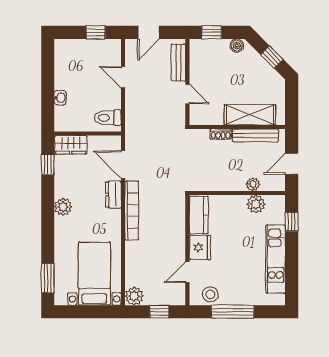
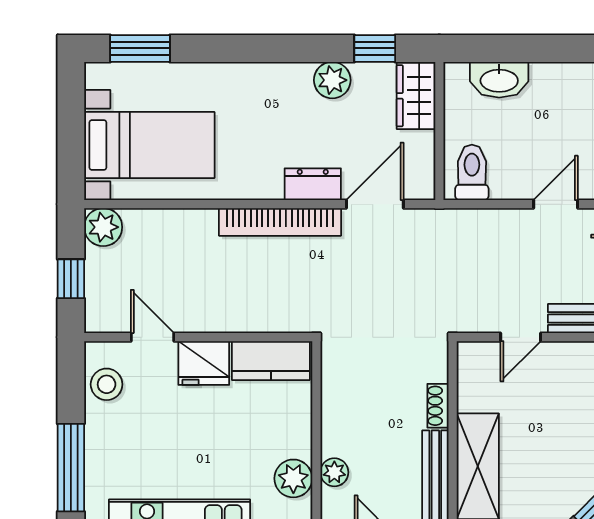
washbasin: (60, 98) -> (499, 80), width x1.91, depth x1.45
plant: (63, 207) -> (332, 80), moved
window: (233, 312) -> (71, 468), moved

